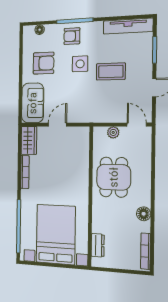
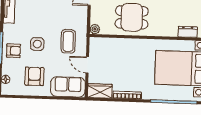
armchair: (72, 36) -> (13, 51), turned -90
coffee table: (111, 72) -> (68, 41), moved
plant: (113, 132) -> (95, 29), moved

